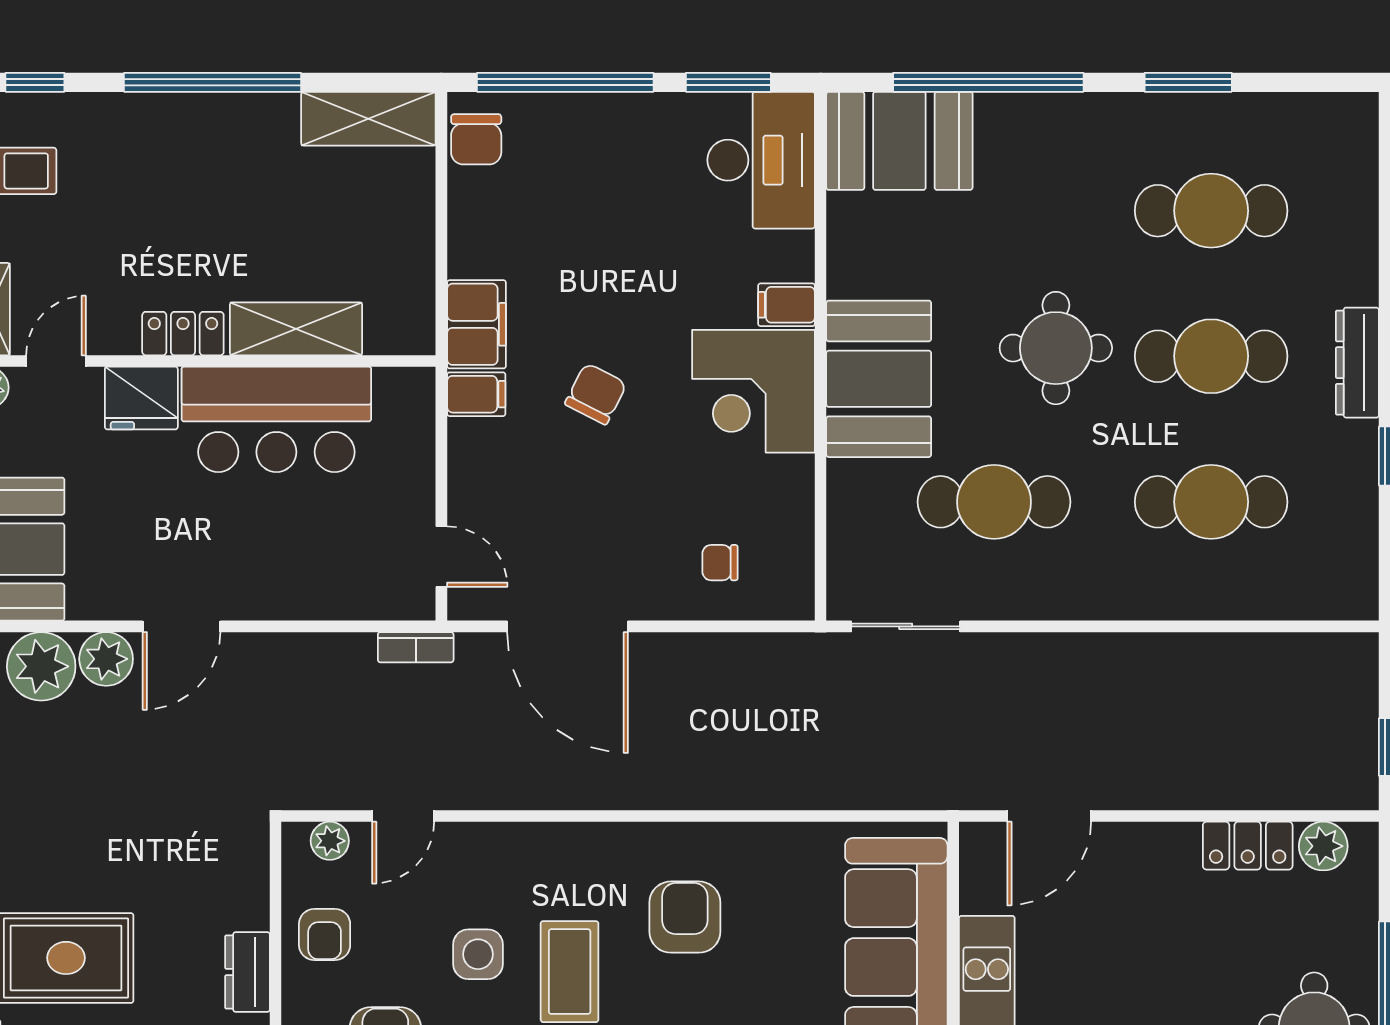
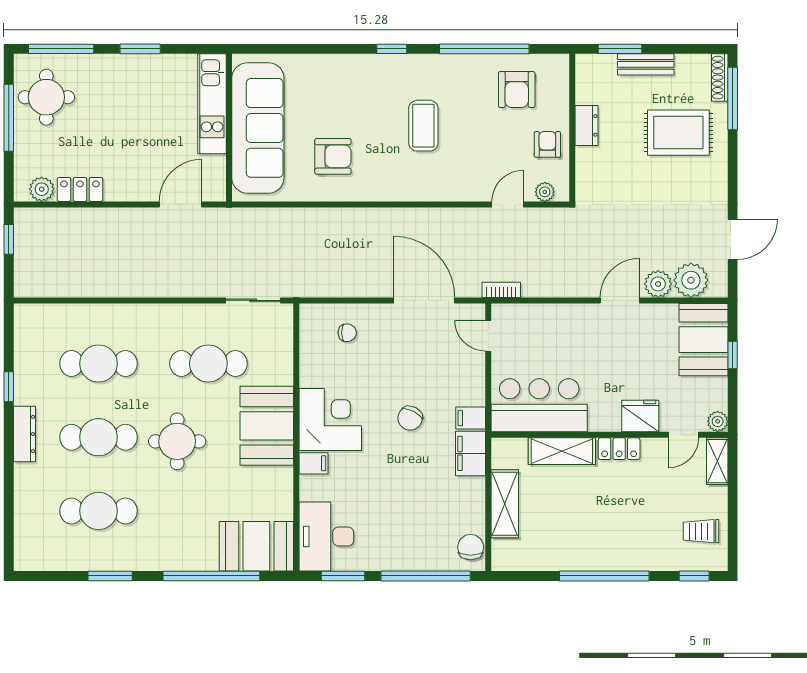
shelving: (368, 119) -> (505, 504), moved, turned 90
bar counter: (276, 419) -> (539, 405), moved
armchair: (685, 917) -> (333, 156), moved, turned -90
side table: (478, 954) -> (470, 134), removed

